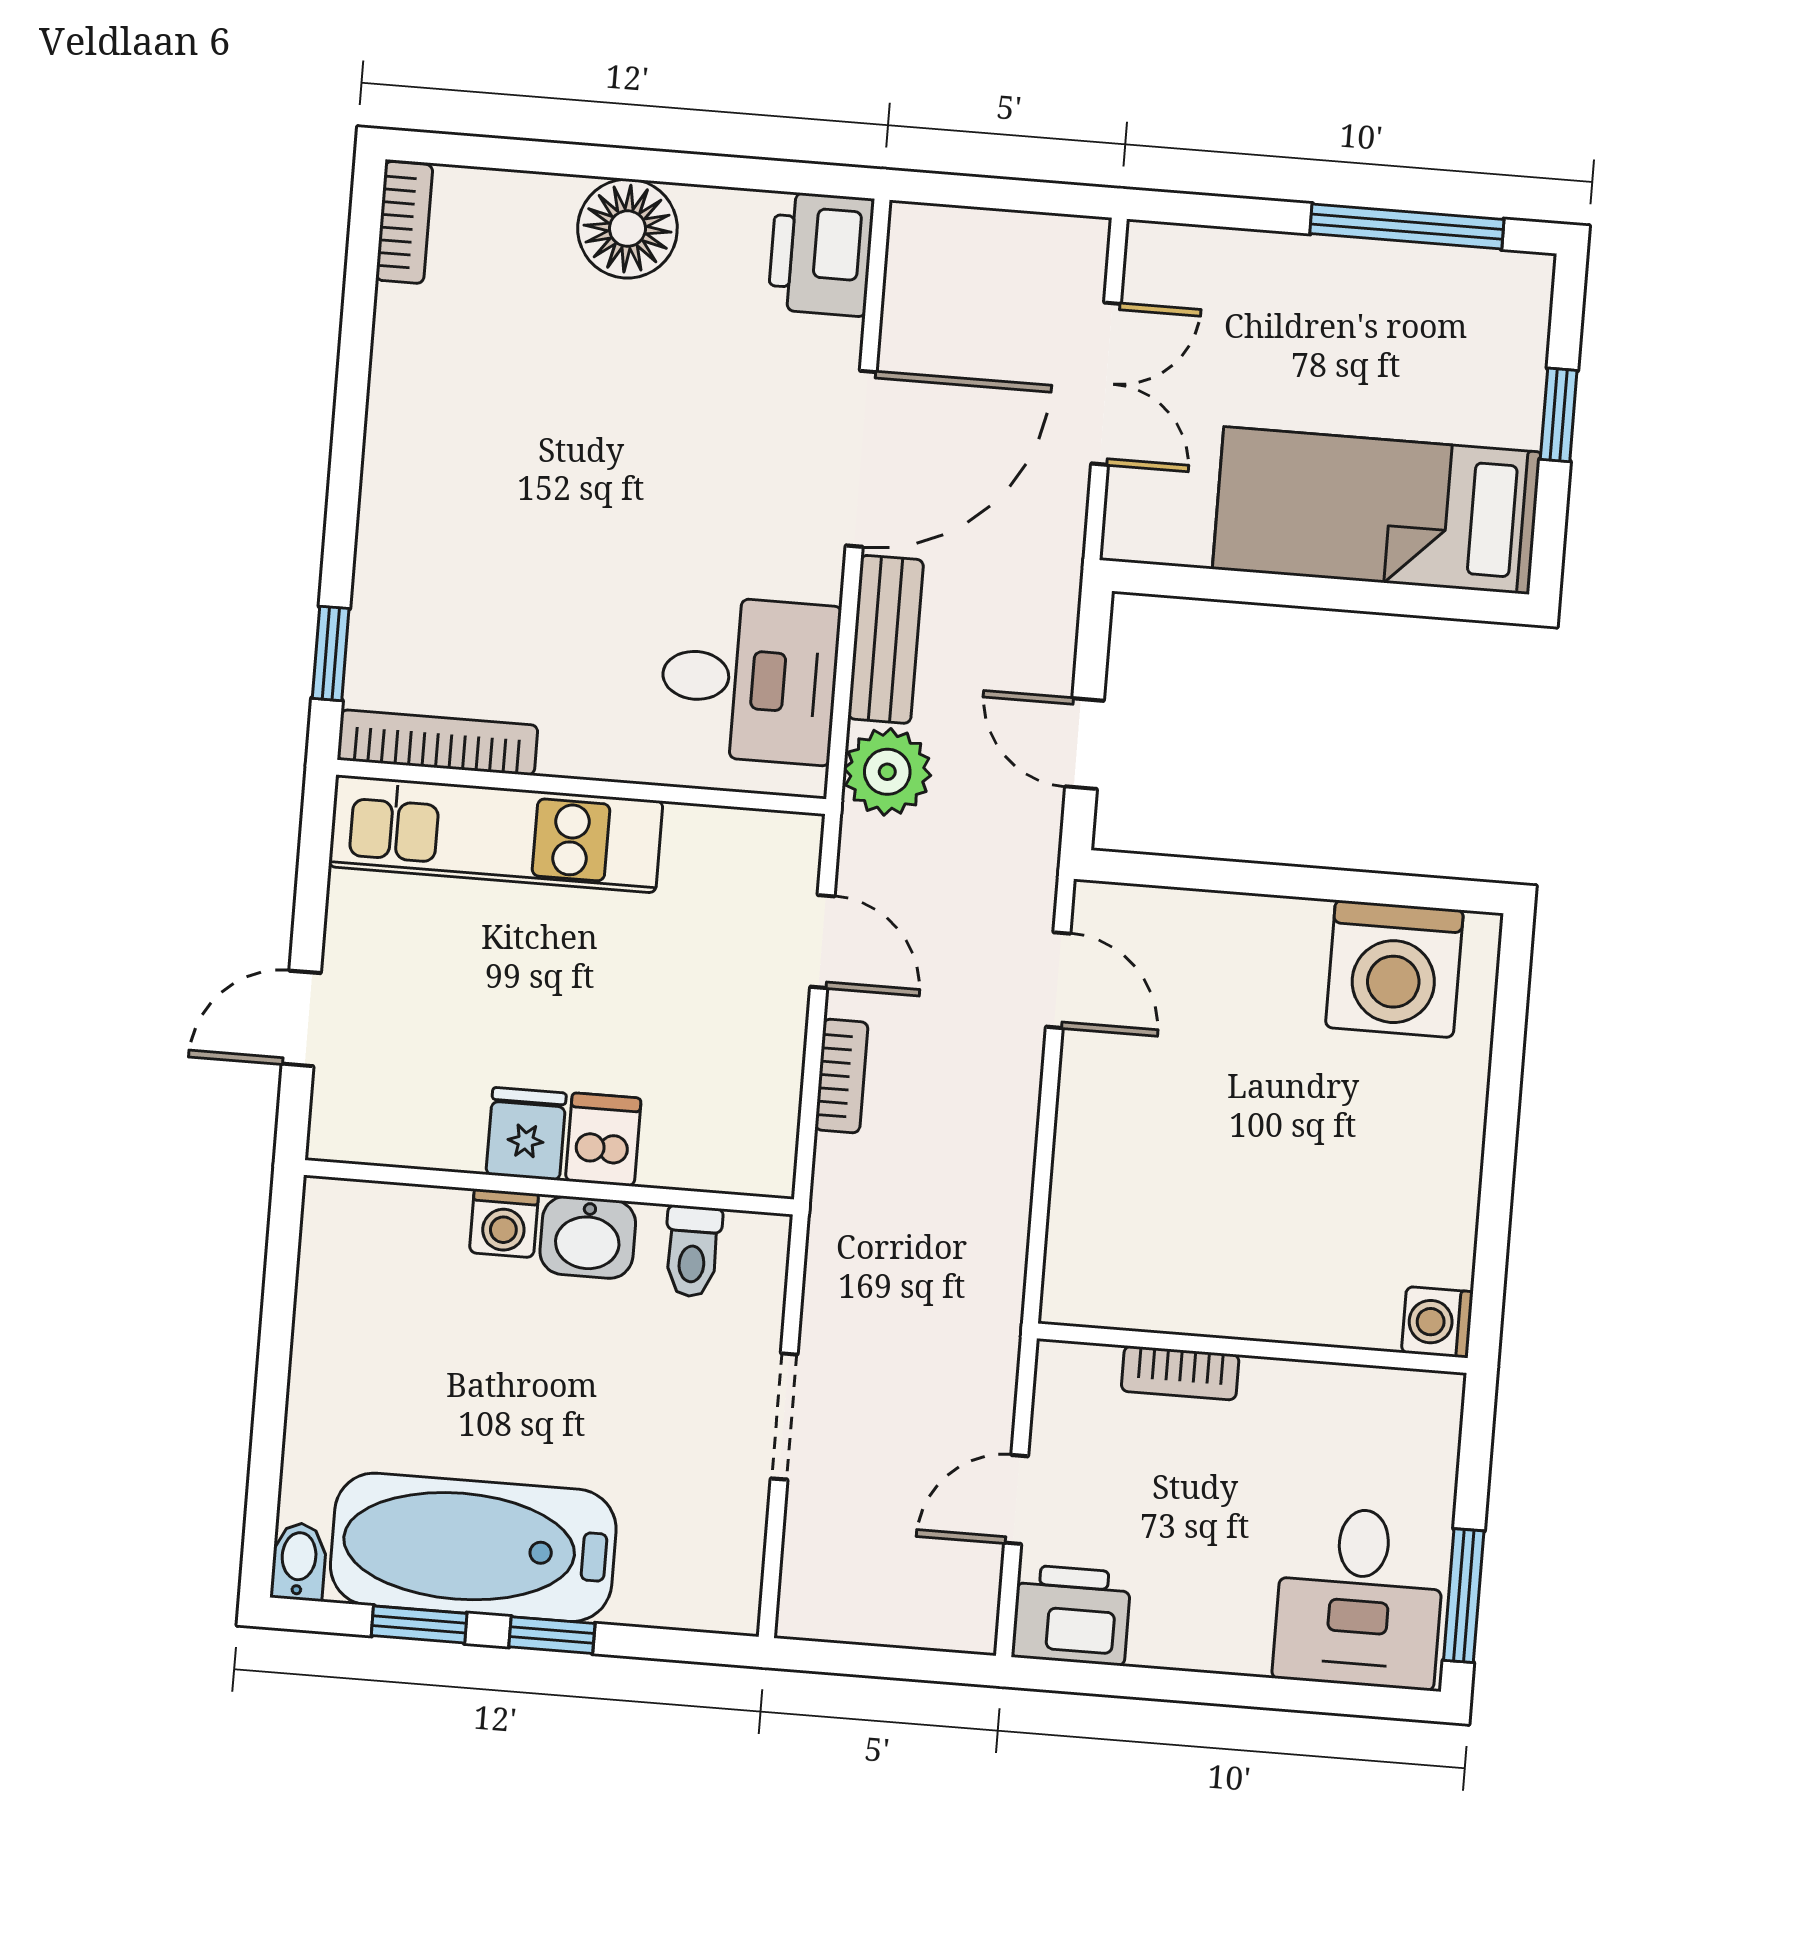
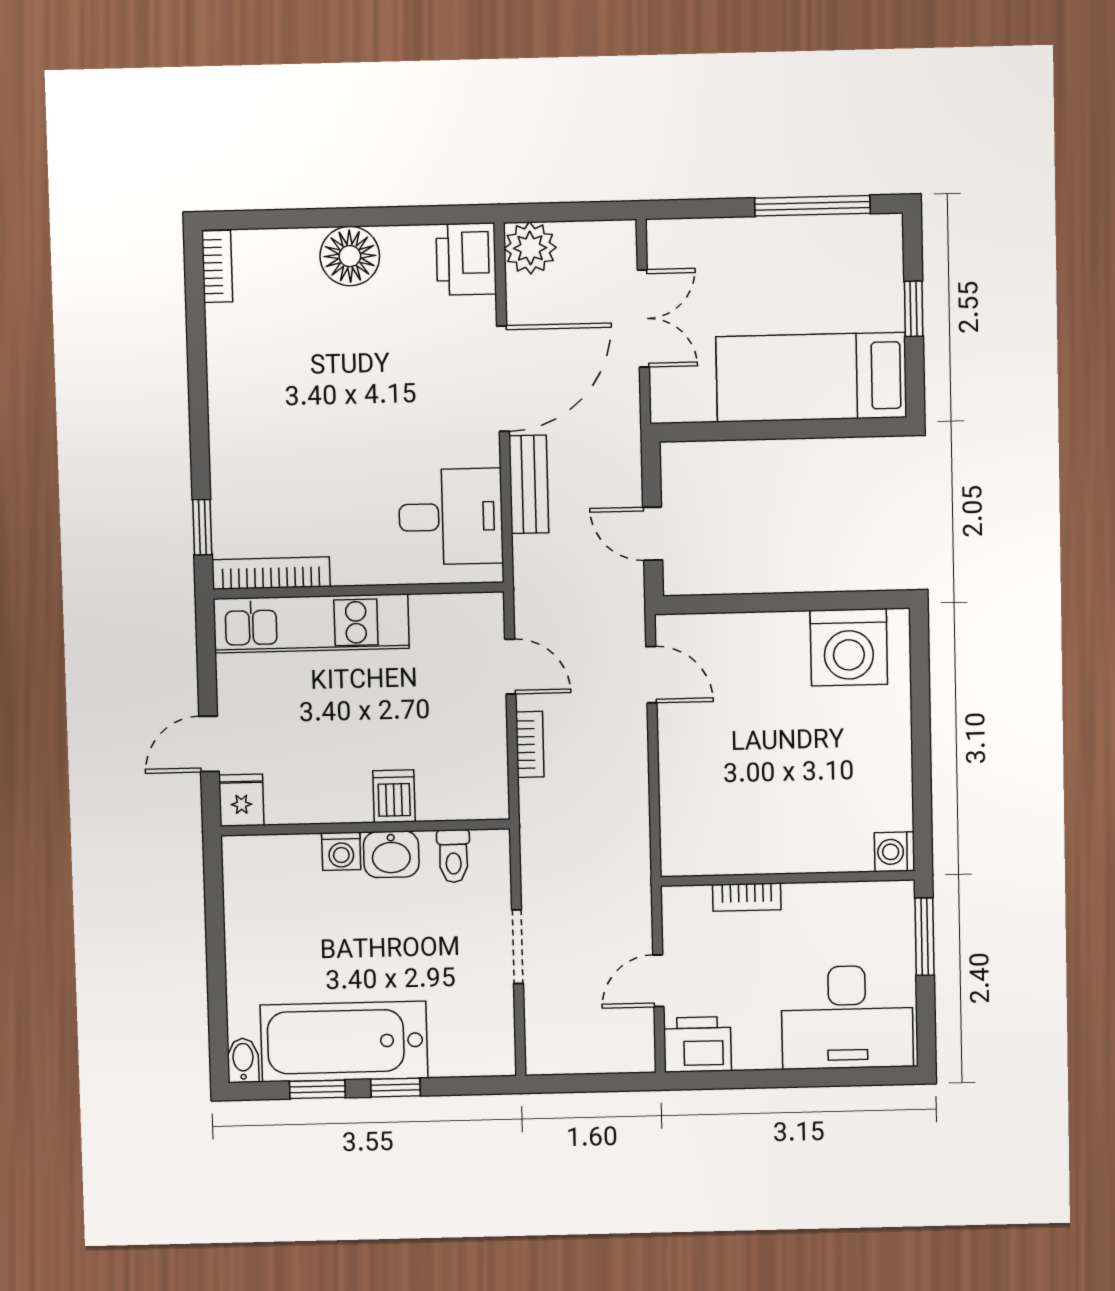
plant: (887, 772) -> (530, 248), moved
fridge: (526, 1134) -> (241, 800), moved
window: (1464, 1596) -> (924, 937), moved
desk: (1359, 1597) -> (847, 1017), width x1.37

